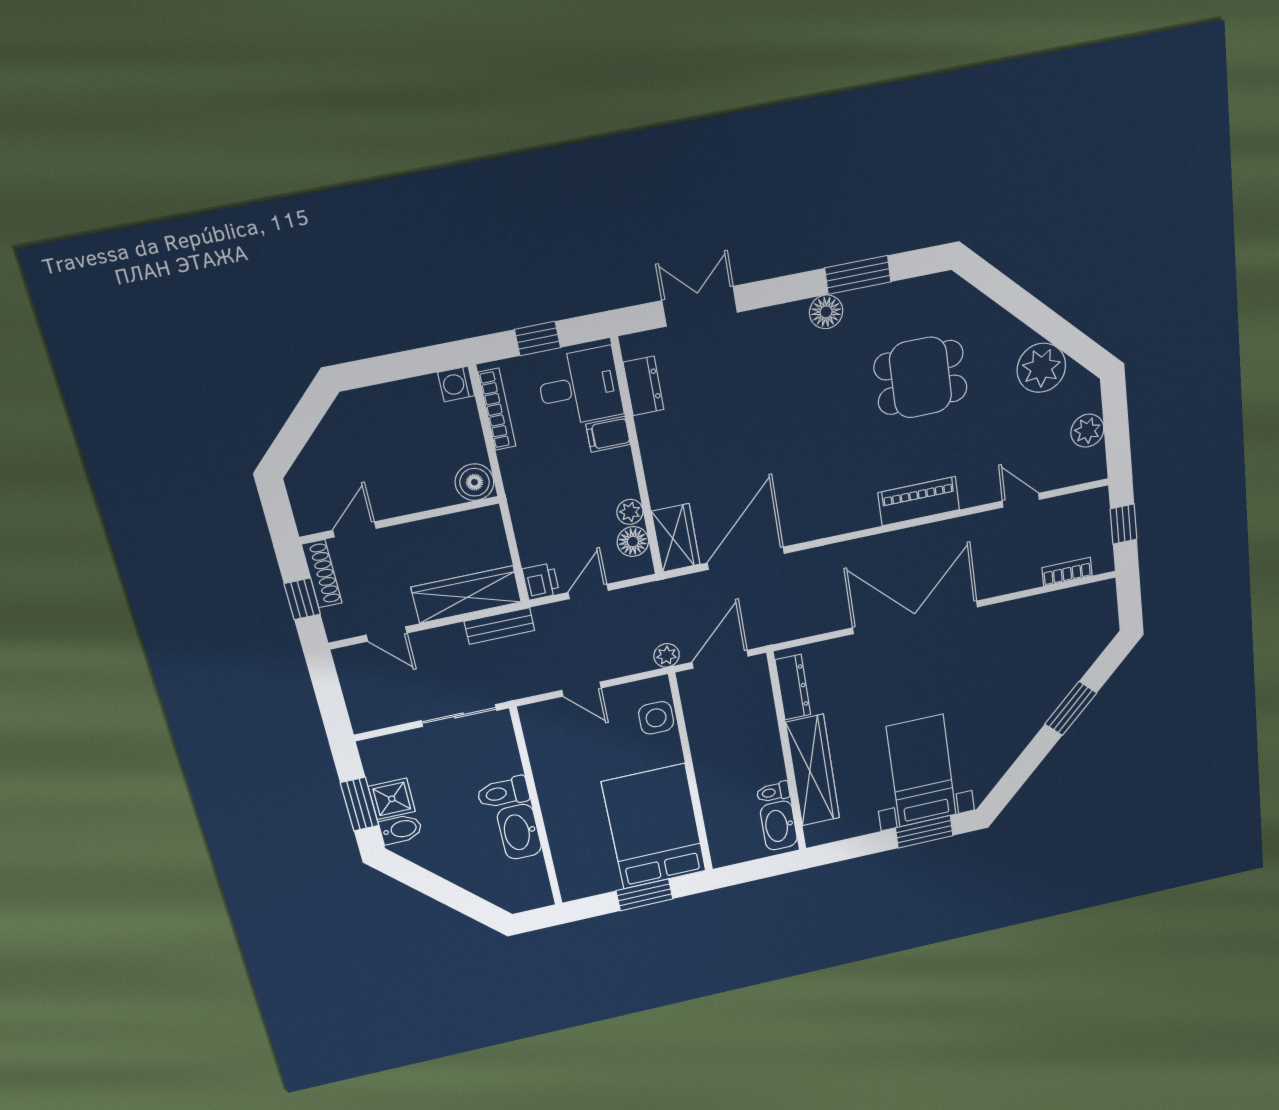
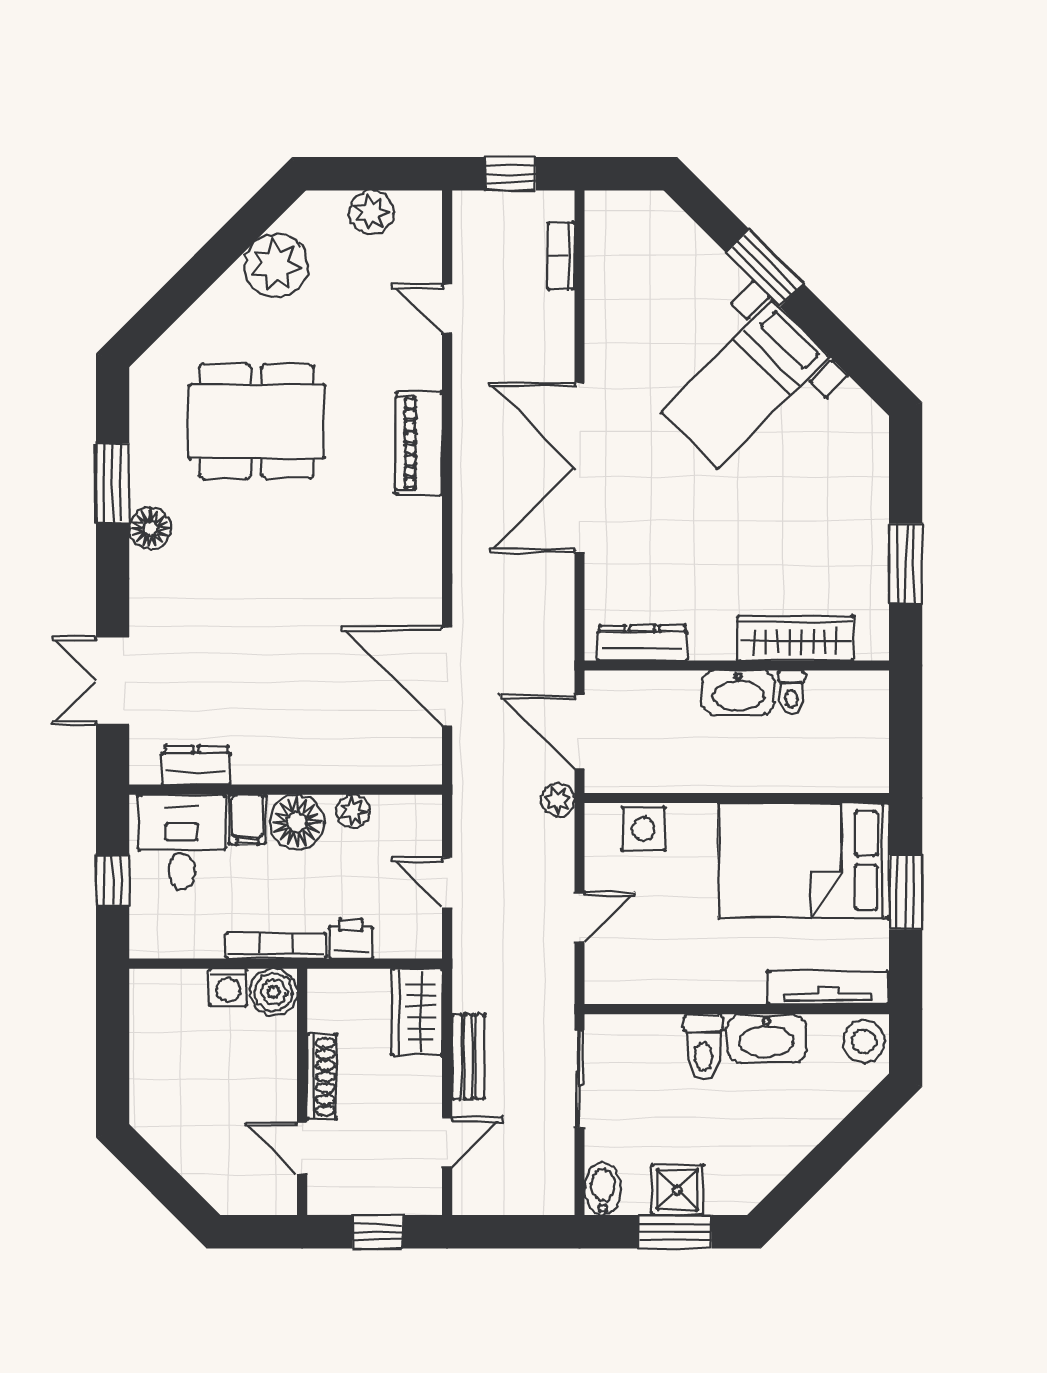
dining table: (921, 378) -> (256, 421), width x1.38
washing machine: (456, 384) -> (228, 987), moved
bookcase: (497, 409) -> (276, 946), moved
door: (1021, 500) -> (447, 309), hinge flipped
wardrobe: (676, 538) -> (400, 760), removed
floor lamp: (633, 542) -> (297, 822), moved, width x1.38, depth x1.38
shoe rack: (322, 574) -> (322, 1077), moved, turned 90
printer: (541, 581) -> (351, 939), moved
wardrobe: (466, 595) -> (417, 1012), width x0.67
bench: (499, 626) -> (468, 1057), moved
wardrobe: (813, 770) -> (795, 638), width x0.71, depth x0.85
bed with nightstands: (921, 771) -> (745, 384), moved, turned -45
washbasin: (779, 825) -> (738, 693), moved
bidet: (401, 829) -> (603, 1189), moved
window: (924, 832) -> (906, 564), moved
tv unit: (565, 863) -> (828, 988), added
stool: (532, 893) -> (864, 1041), added

